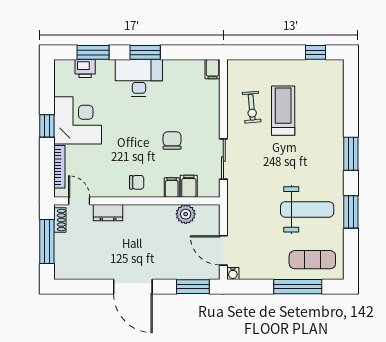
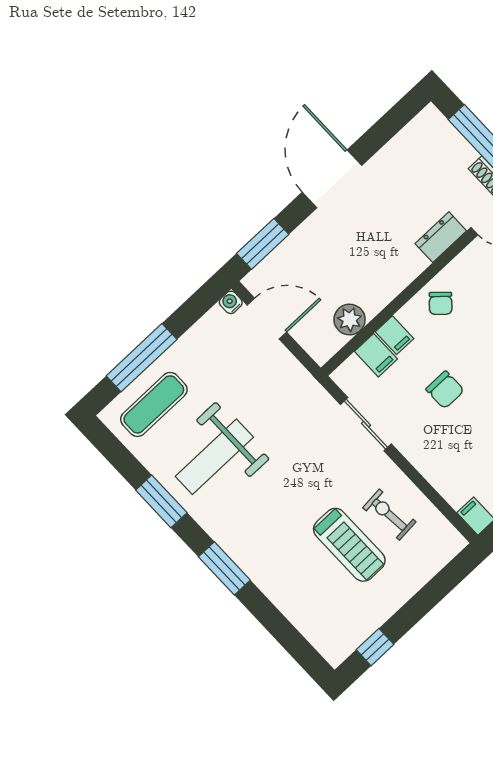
chair: (137, 182) -> (441, 303), turned -48
door: (133, 287) -> (332, 179), hinge flipped

